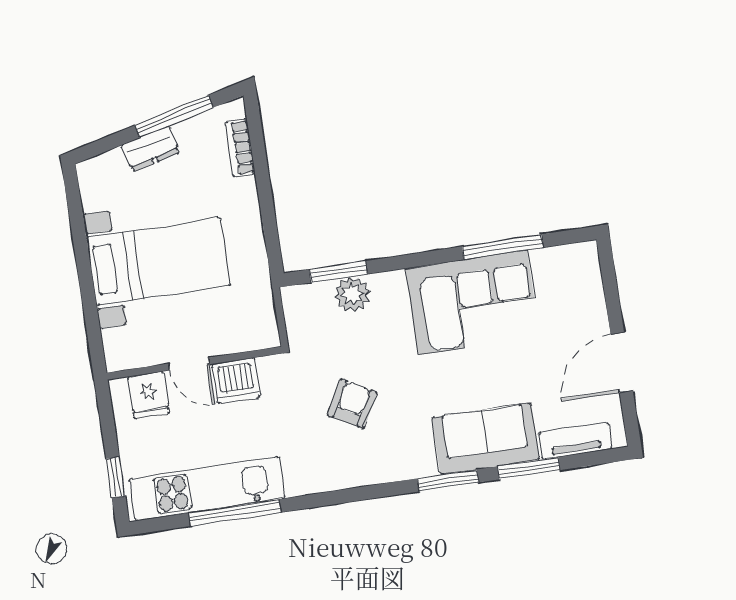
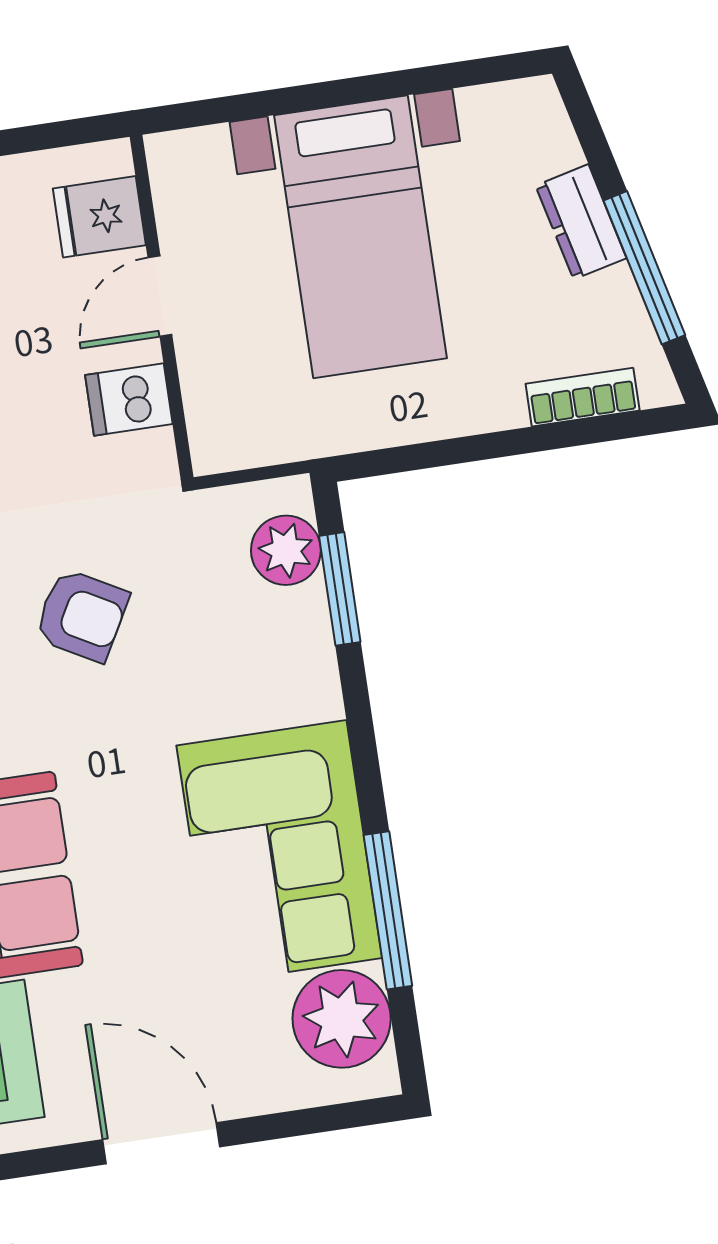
plant: (558, 270) -> (342, 1019), added
plant: (352, 294) -> (286, 550), moved
dishwasher: (236, 381) -> (129, 400), width x0.73

